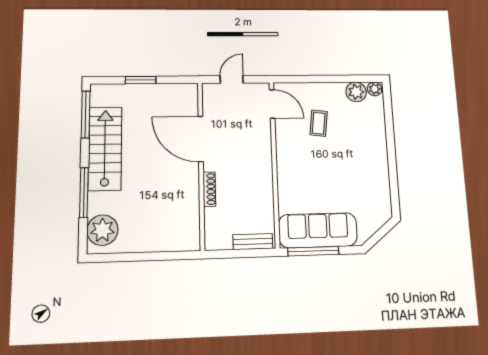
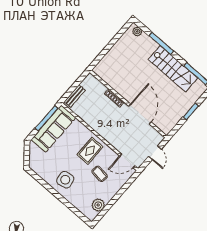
plant: (375, 89) -> (92, 215), removed
door: (201, 139) -> (140, 114), hinge flipped
side table: (365, 158) -> (65, 180), added
rug: (302, 160) -> (90, 151), added
plant: (102, 230) -> (137, 31), width x0.53, depth x0.53

